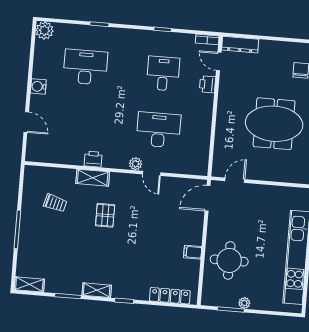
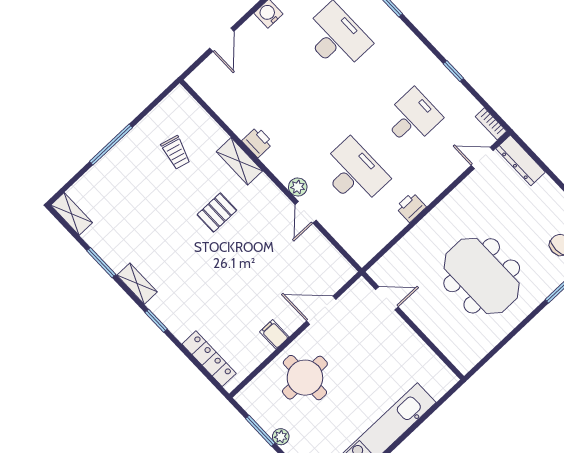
door: (219, 61) -> (482, 158), hinge flipped
printer: (208, 84) -> (411, 207), moved
door: (208, 198) -> (321, 310), moved

